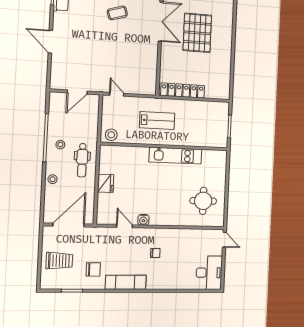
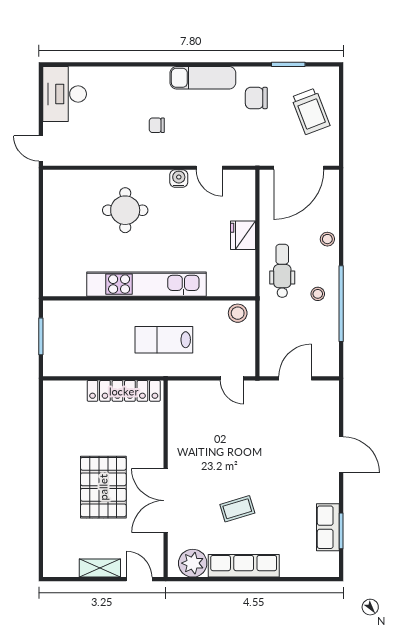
kitchen unit: (175, 156) -> (146, 284), width x1.36
round table: (203, 201) -> (125, 210), moved
trolley: (59, 261) -> (311, 111), turned -111

